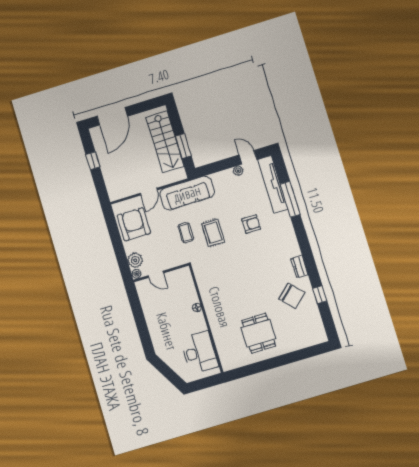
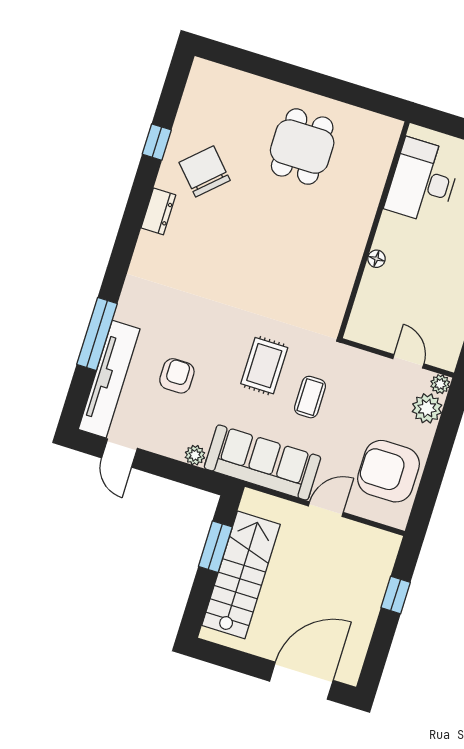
window: (93, 161) -> (396, 595), moved
plant: (238, 171) -> (195, 455), moved
armchair: (134, 224) -> (389, 471), turned 90
armchair: (251, 224) -> (177, 376), moved, turned 90

